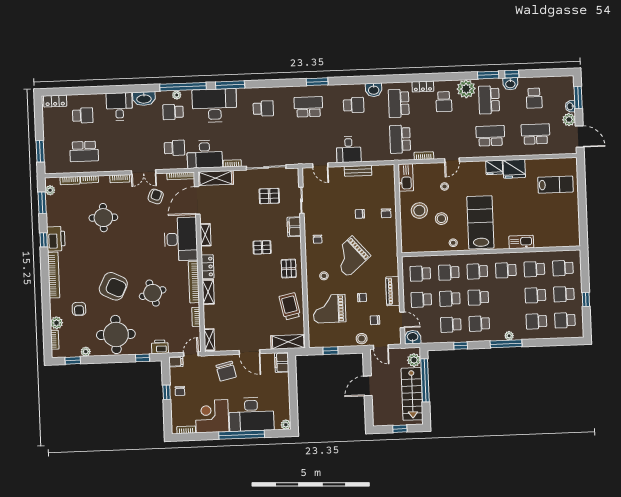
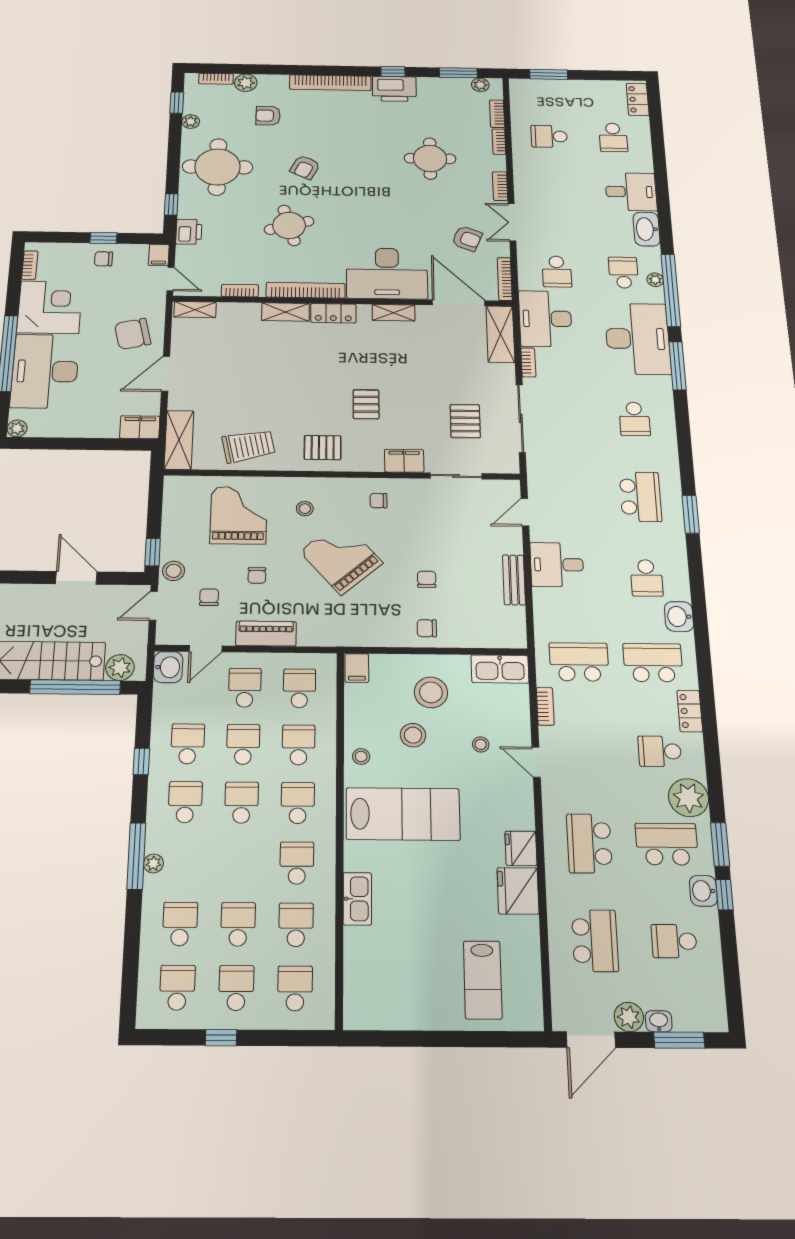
school desk: (490, 136) -> (589, 843), turned 180
school desk: (84, 151) -> (549, 136), width x0.54
filing cabinet: (409, 246) -> (357, 668), added
armchair: (113, 286) -> (305, 167), width x0.53, depth x0.53
window: (331, 351) -> (153, 552), moved

